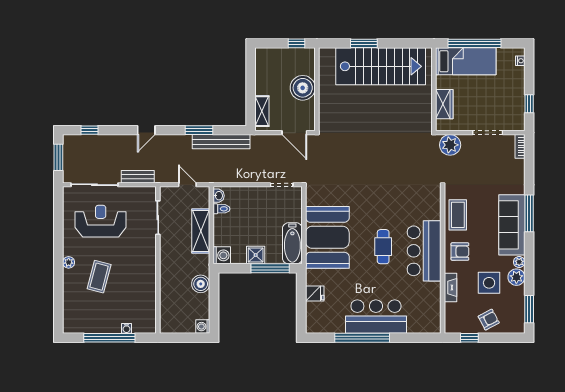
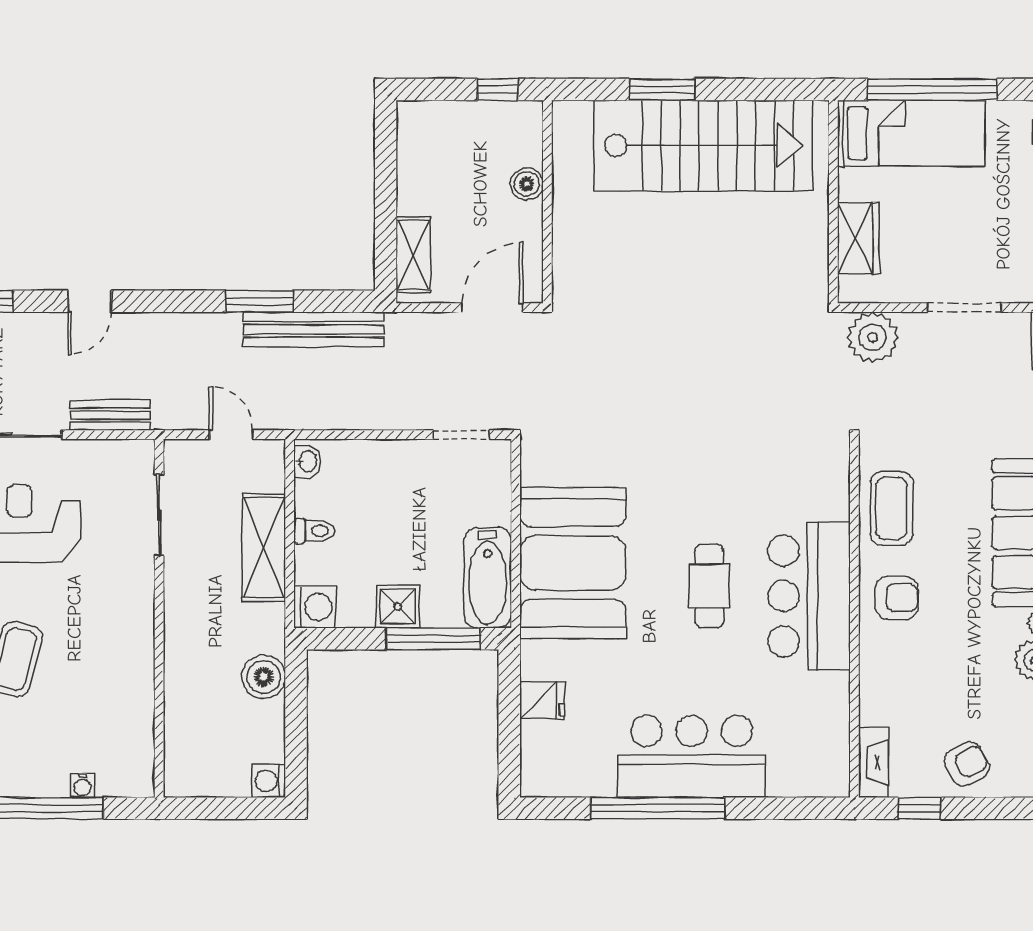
boiler: (303, 88) -> (527, 184), width x0.54, depth x0.54
door: (146, 130) -> (90, 301), moved
door: (294, 133) -> (492, 308), swing flipped
toilet: (221, 209) -> (314, 531), moved
side table: (489, 283) -> (968, 674), removed
fireplace: (451, 287) -> (874, 762), moved

